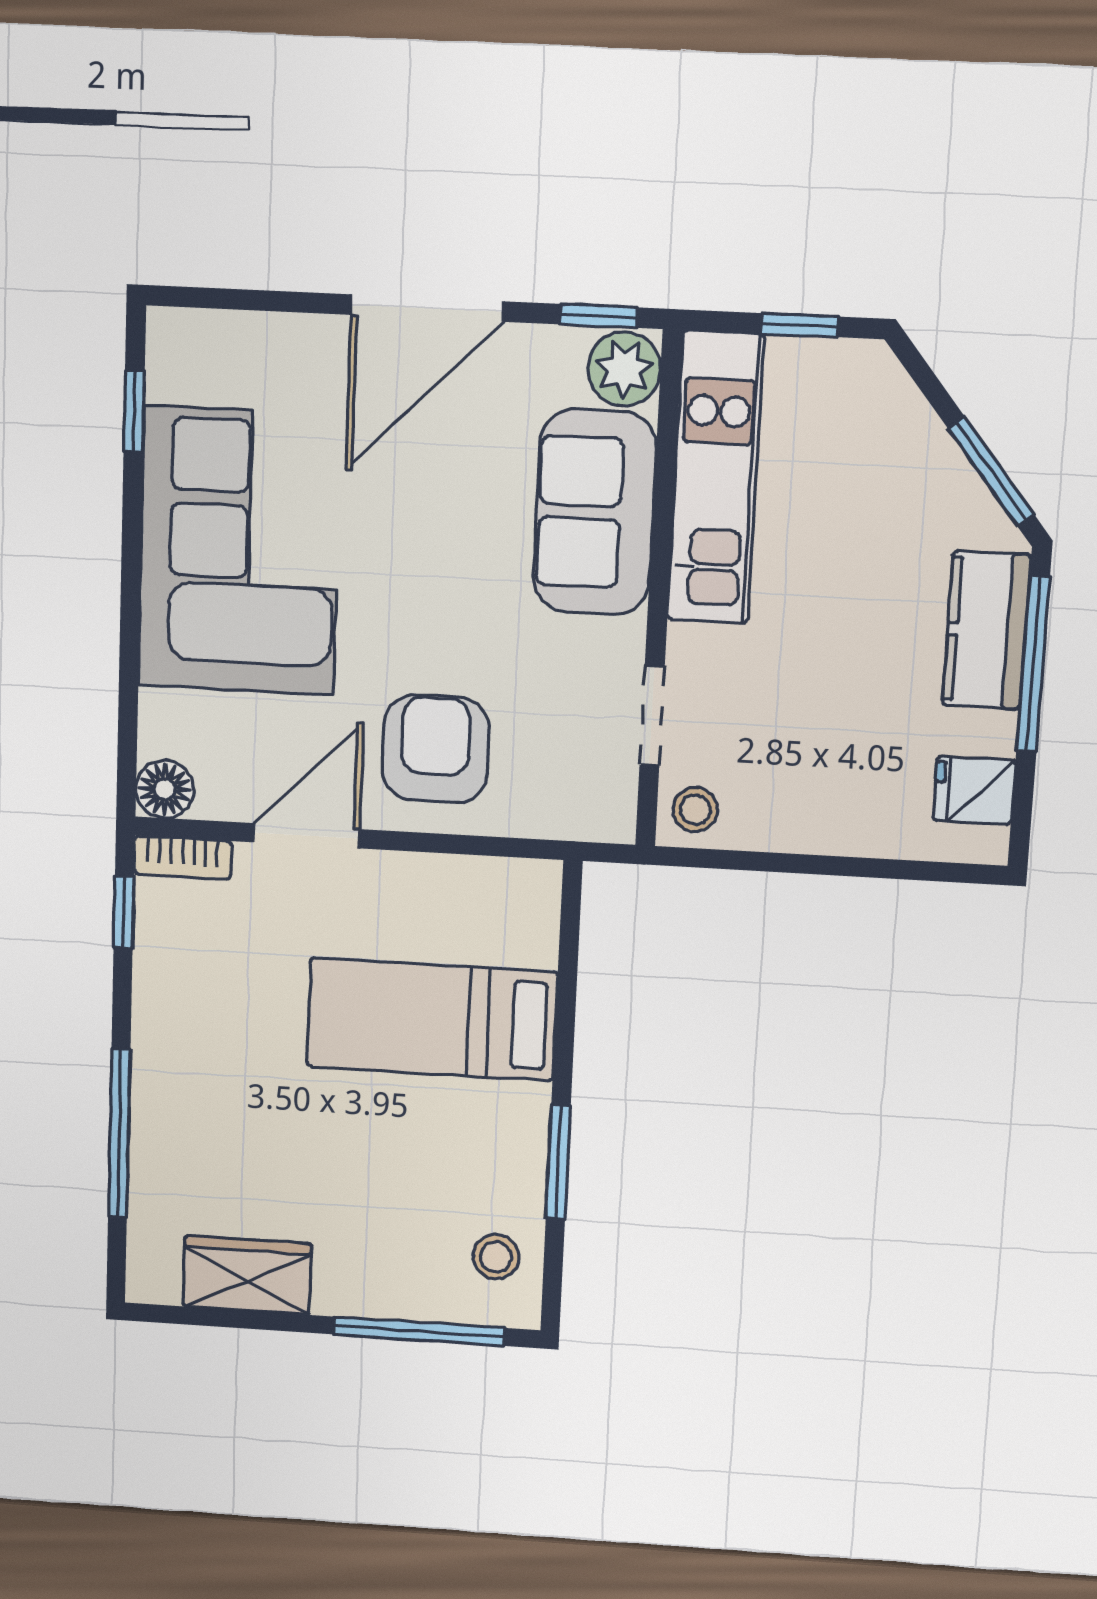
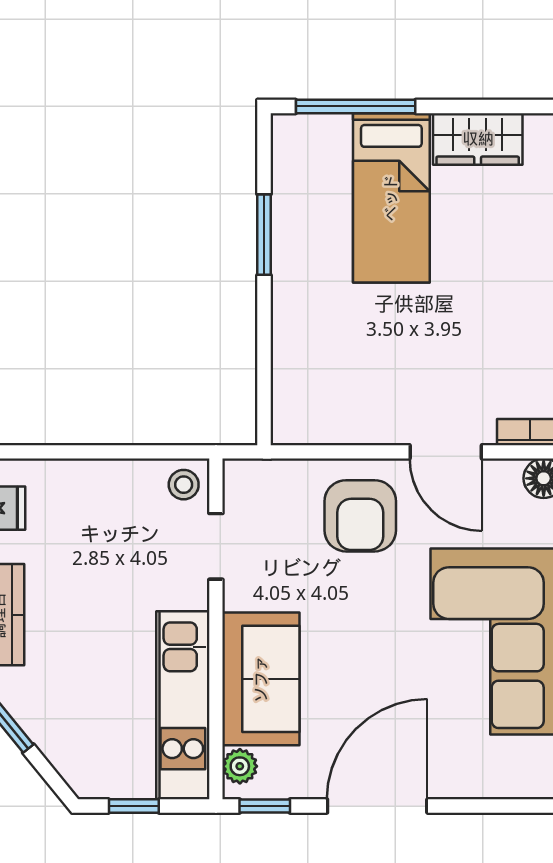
plant: (624, 369) -> (240, 766), width x0.73, depth x0.73
door: (306, 836) -> (446, 452), hinge flipped
bed: (432, 1019) -> (391, 198), moved, turned 90
stool: (496, 1257) -> (304, 164), removed

